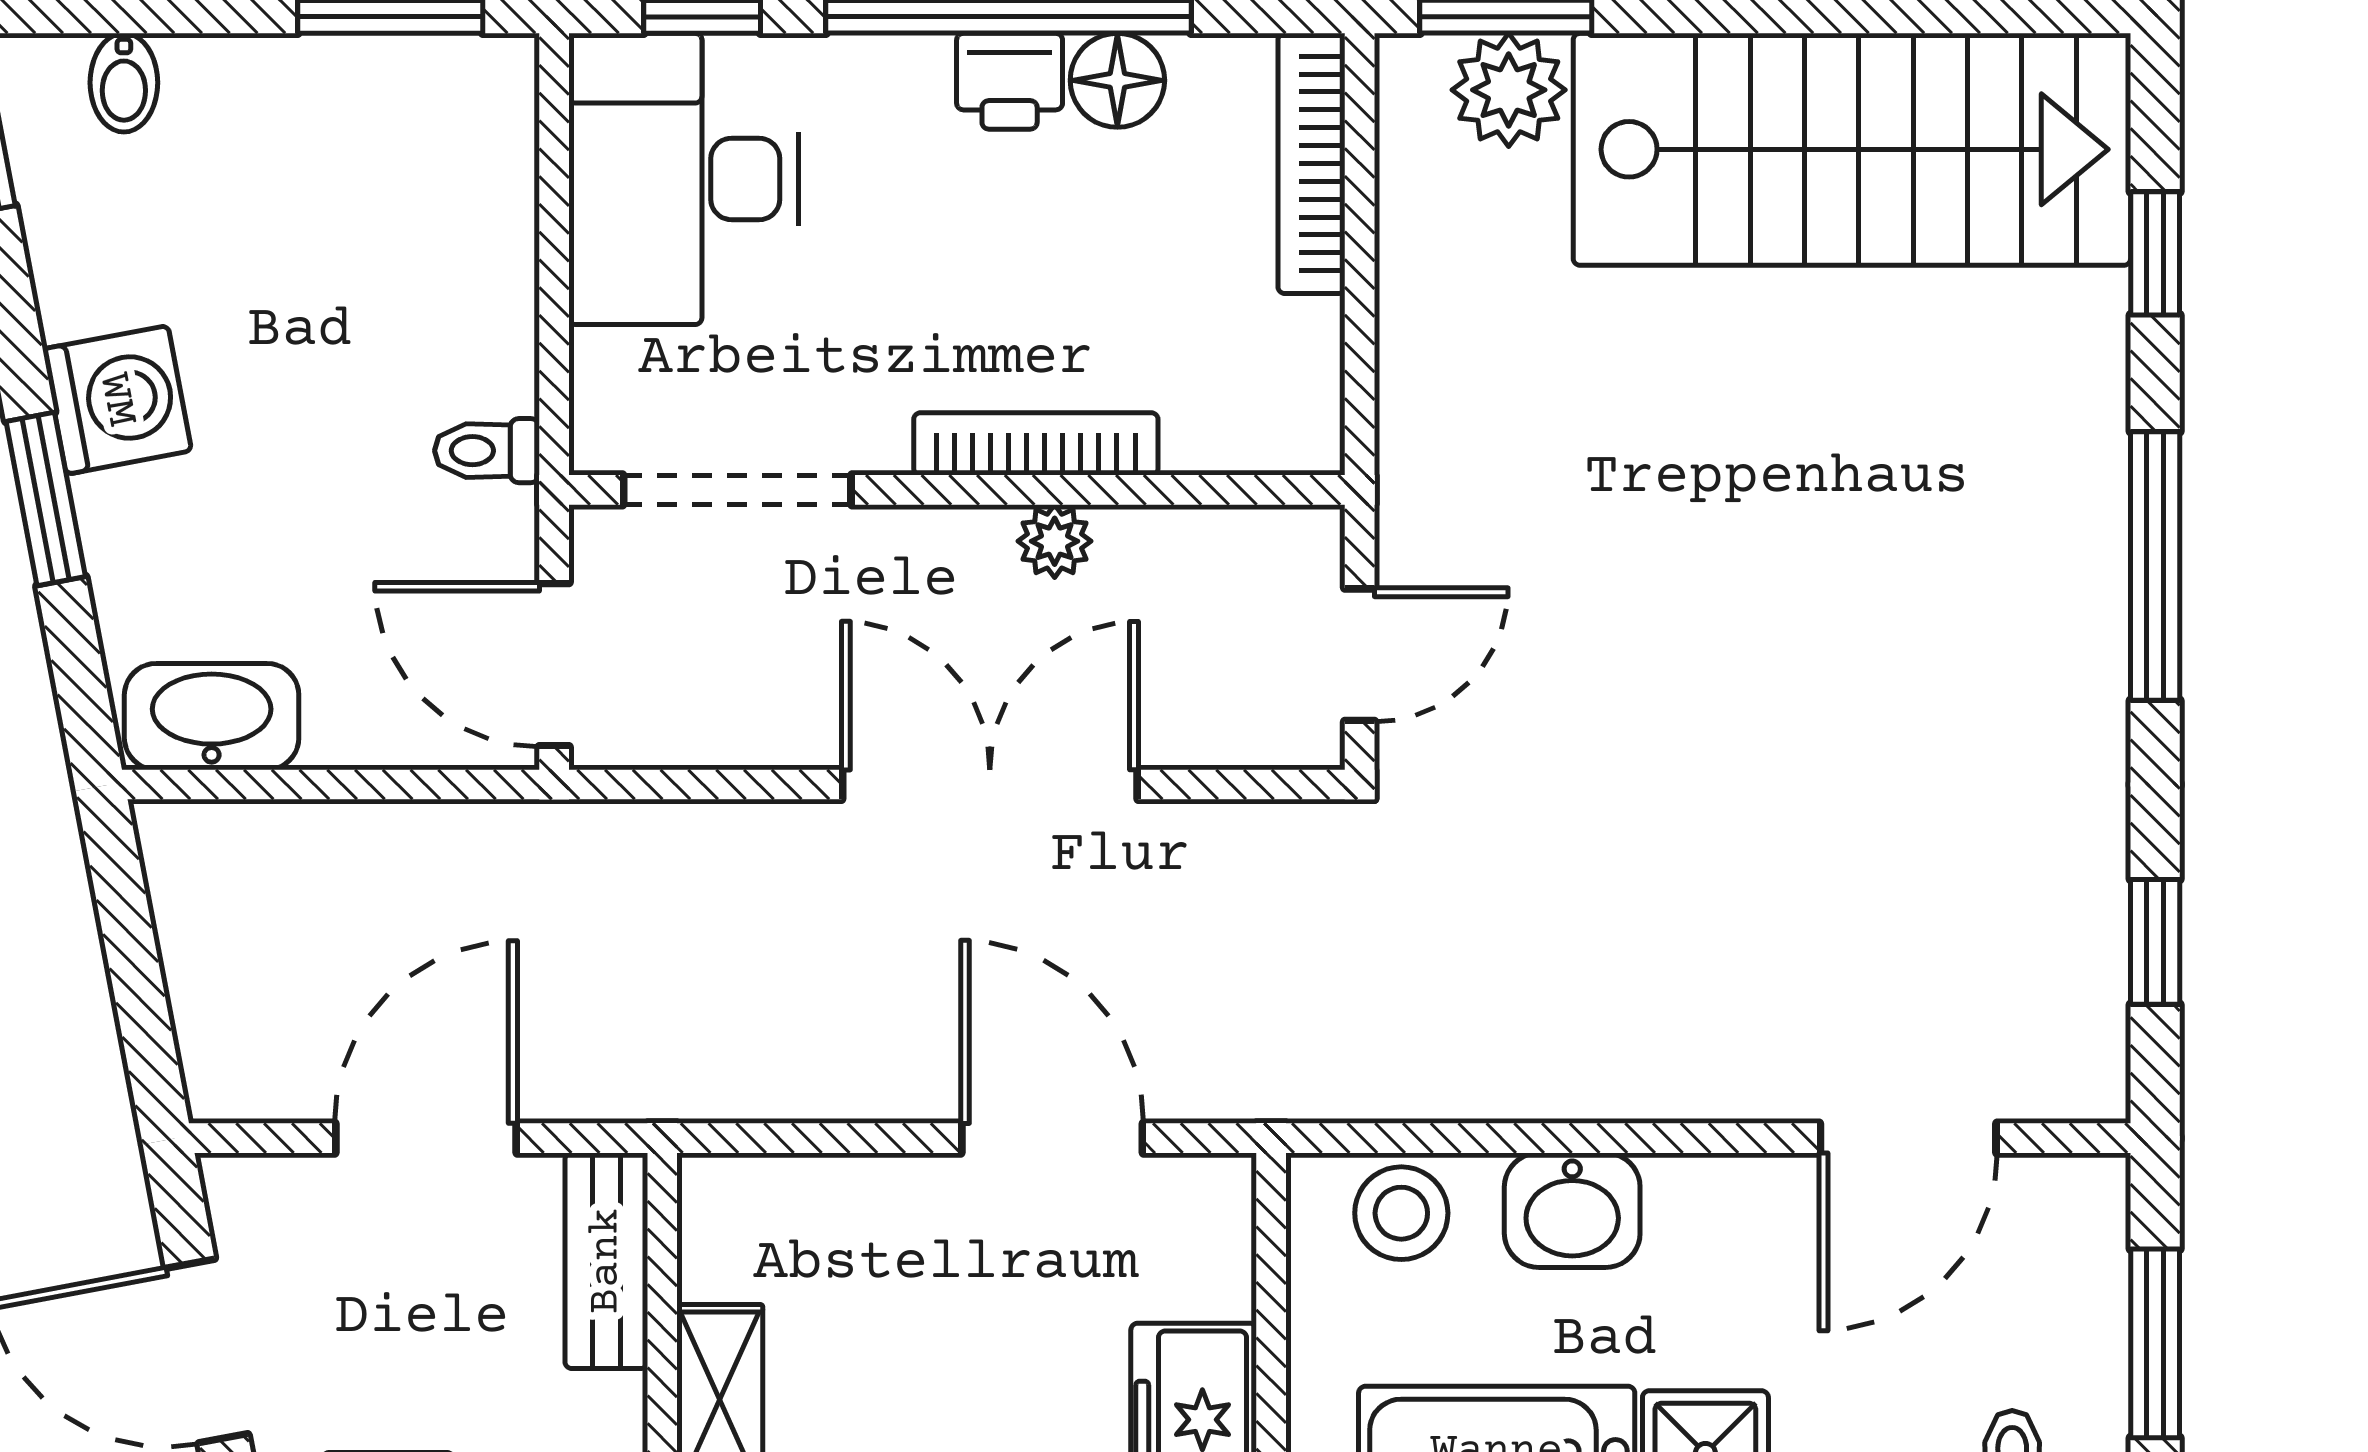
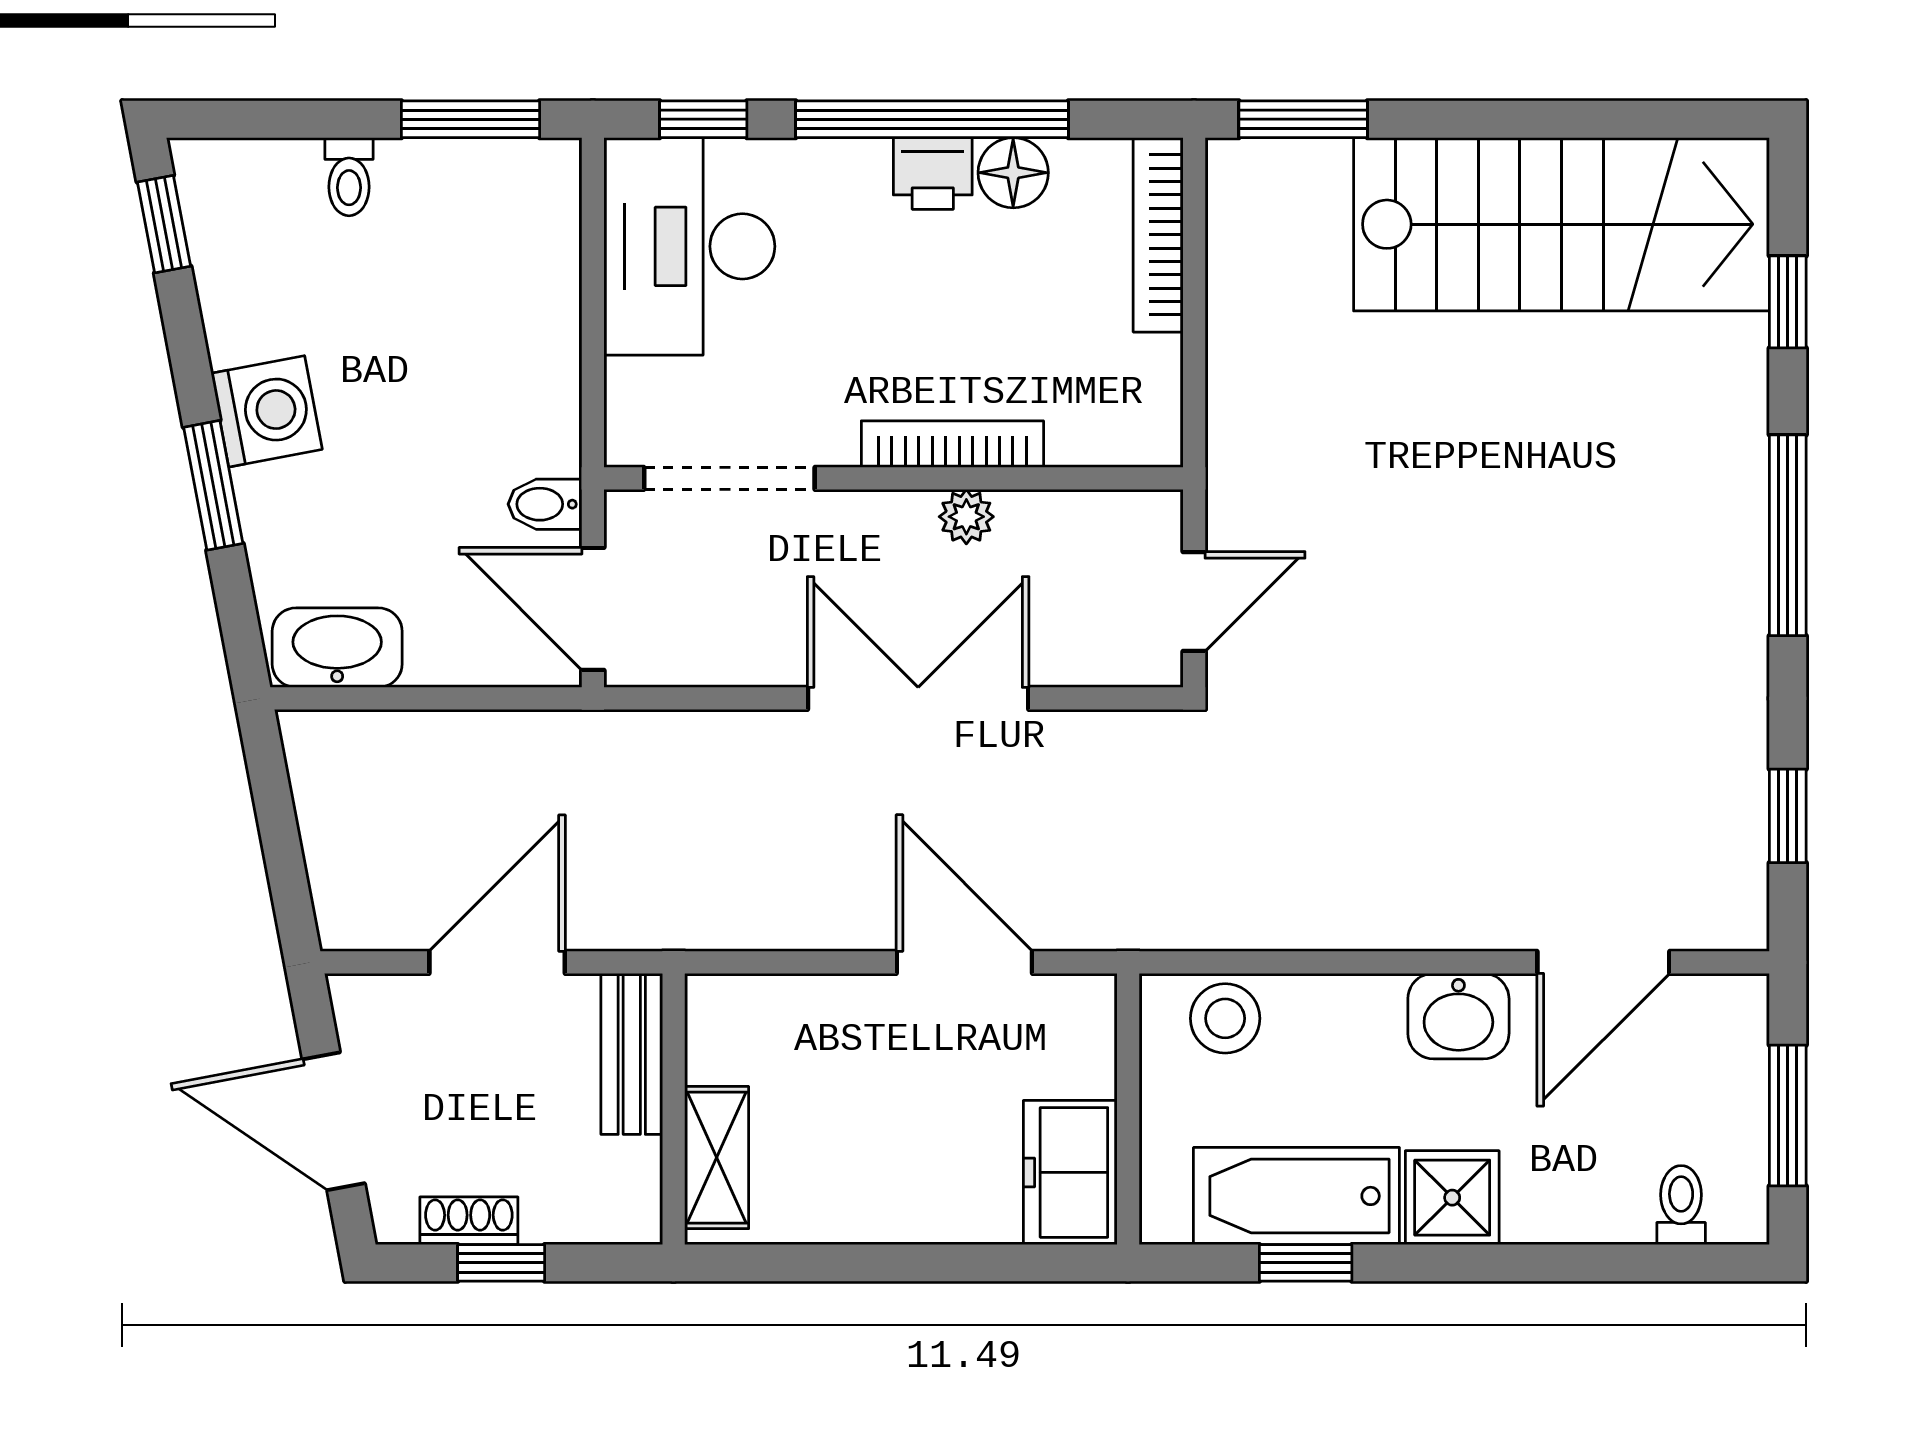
bidet: (124, 83) -> (545, 504), moved, turned 90
plant: (1509, 90) -> (1305, 180), removed
toilet: (487, 451) -> (349, 177), moved, turned -90
washbasin: (1572, 1210) -> (1458, 1016), moved

